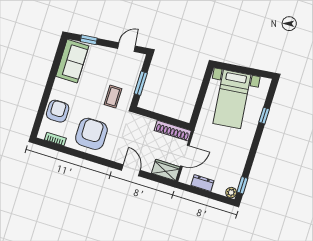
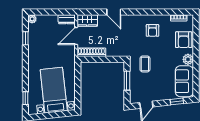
plant: (60, 86) -> (188, 59), added
window: (264, 116) -> (25, 98), moved
armchair: (91, 134) -> (152, 30), width x0.53, depth x0.53
dresser: (202, 183) -> (66, 19), moved
window: (242, 185) -> (25, 38), moved

